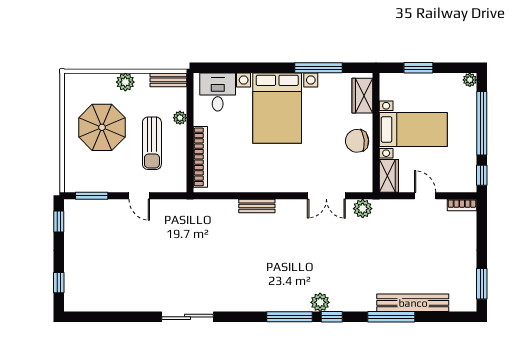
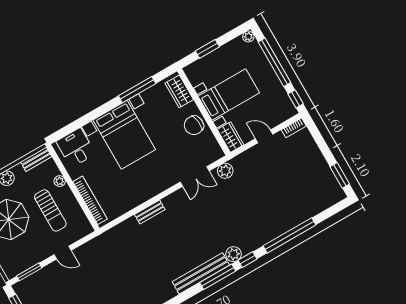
bench: (413, 303) -> (201, 273), moved
window: (391, 317) -> (289, 235), width x1.46

